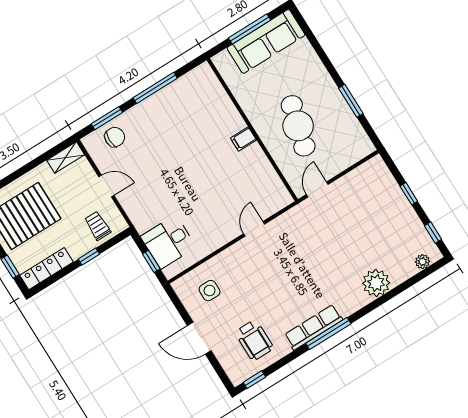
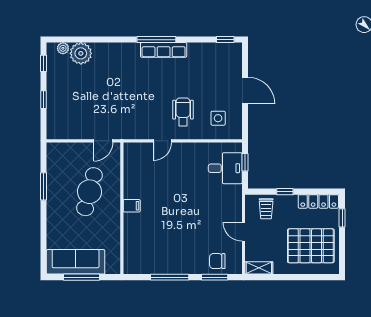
plant: (376, 283) -> (81, 53), moved
wheelchair: (254, 340) -> (183, 112), moved

